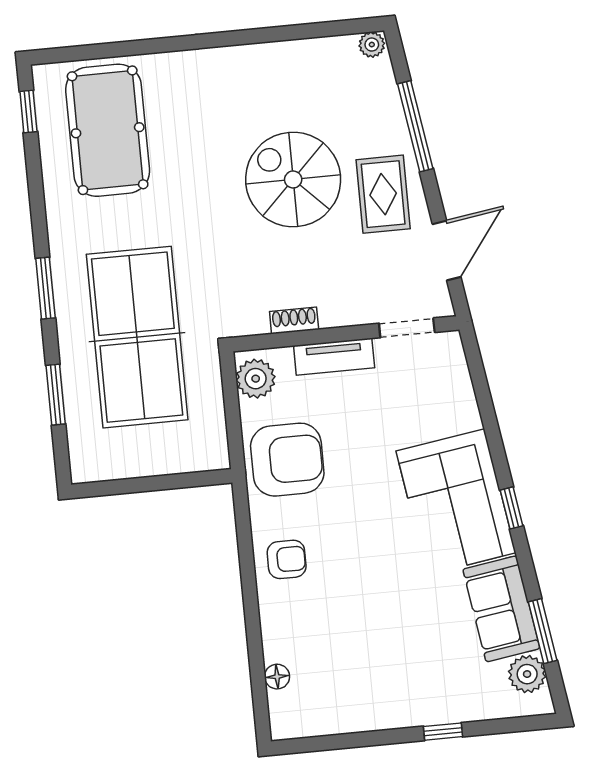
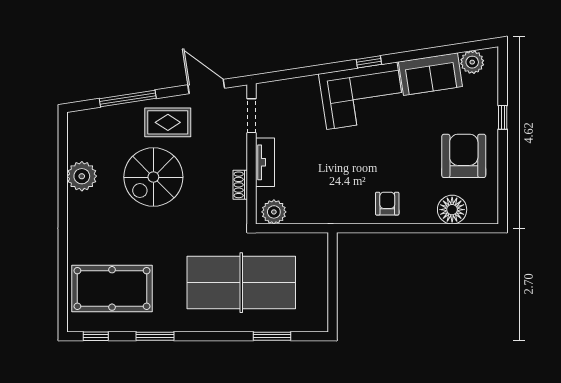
plant: (372, 45) -> (82, 176), moved, width x1.87, depth x1.87
window: (45, 288) -> (155, 336), moved
armchair: (287, 460) -> (464, 156), moved
window: (543, 631) -> (447, 50), removed
floor lamp: (277, 677) -> (452, 210), width x1.89, depth x1.89

